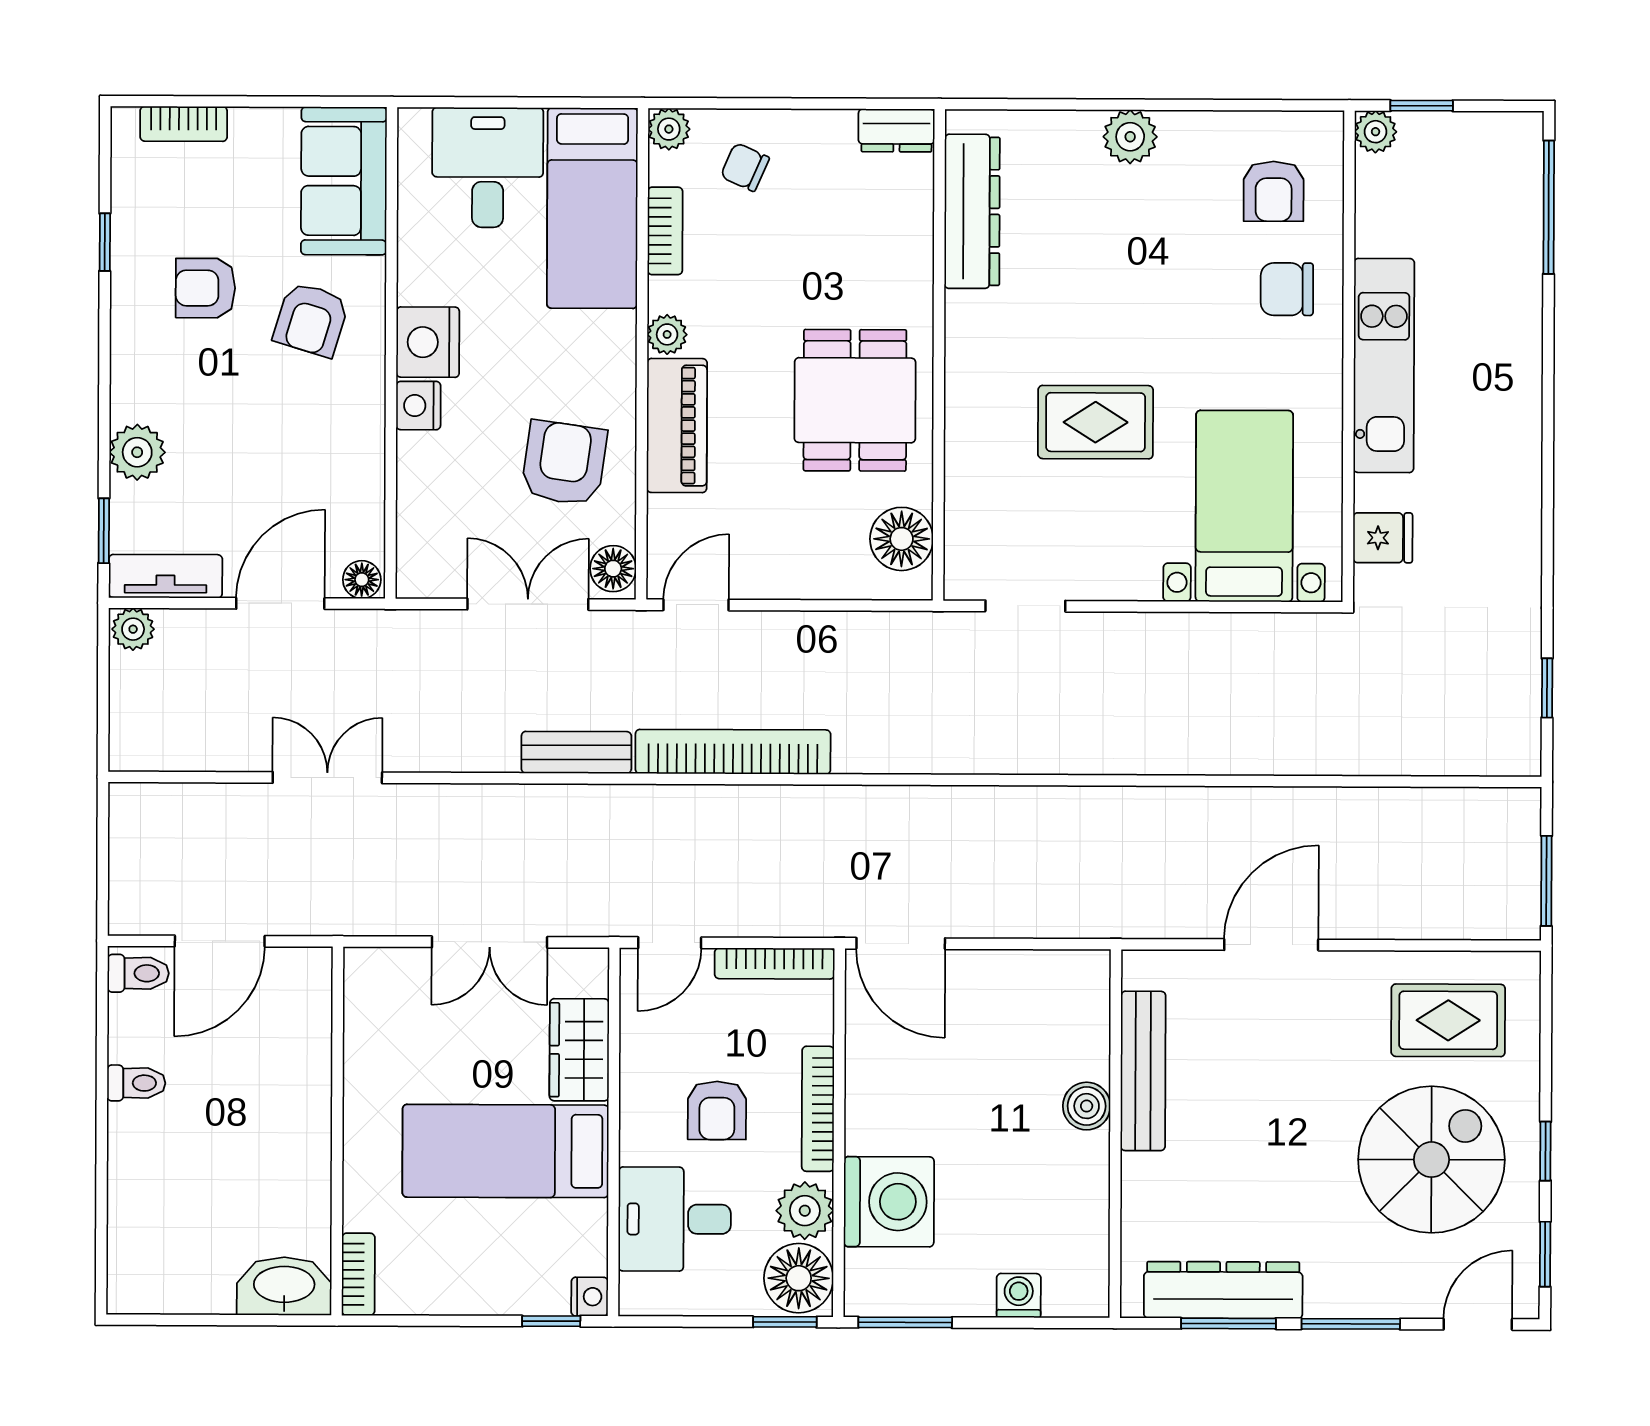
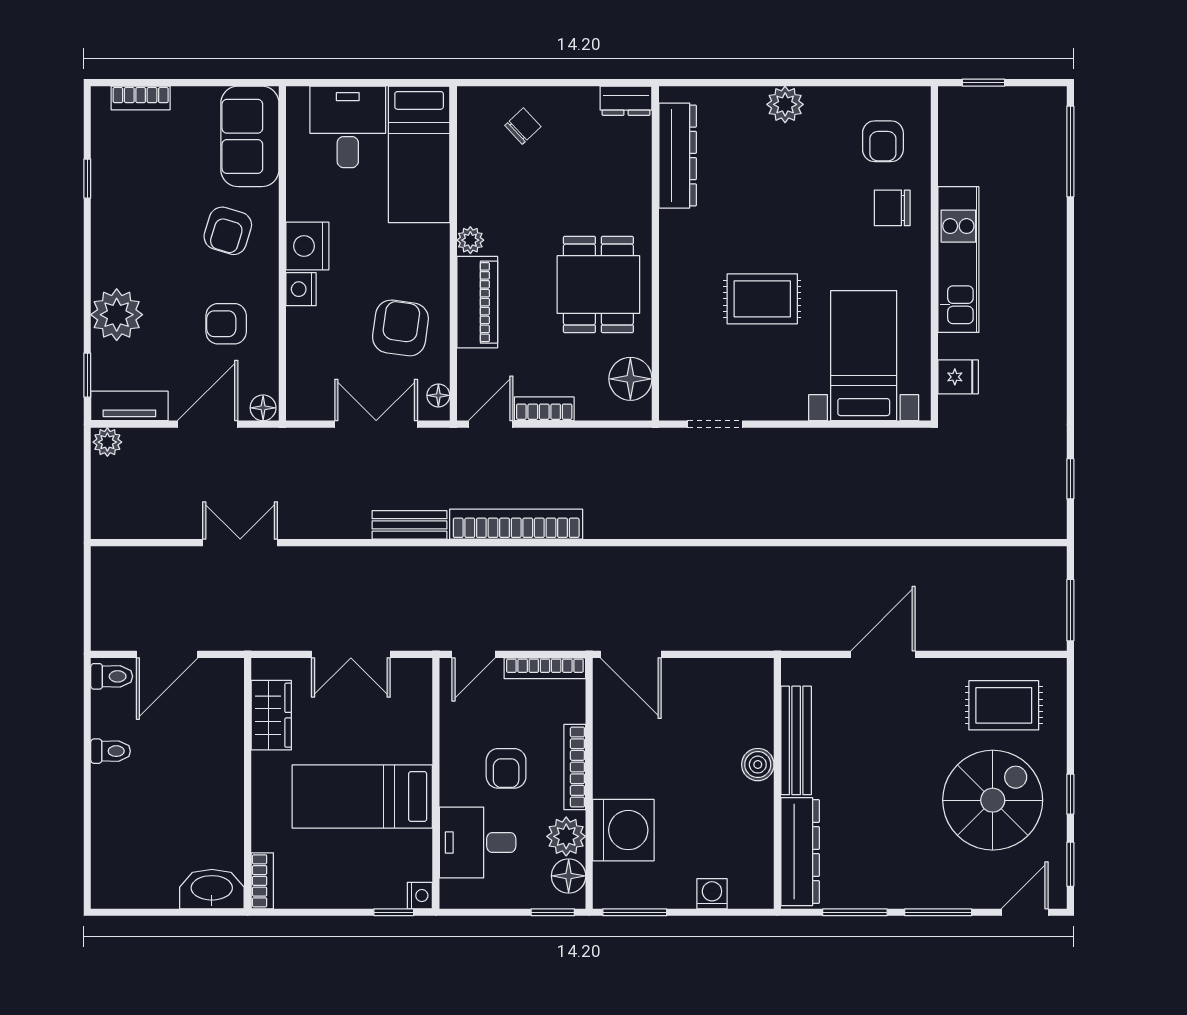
plant: (669, 129) -> (471, 100), removed
plant: (1376, 132) -> (952, 100), removed
chair: (745, 167) -> (523, 126), turned 113
bookcase: (665, 231) -> (544, 409), moved, turned -90
armchair: (205, 288) -> (226, 324), moved
plant: (137, 452) -> (117, 315), width x1.36, depth x1.36
floor lamp: (613, 569) -> (438, 395), width x0.73, depth x0.73
wardrobe: (579, 1050) -> (271, 715), moved, turned 180
floor lamp: (799, 1278) -> (569, 876), width x0.73, depth x0.73
dresser: (1223, 1290) -> (800, 852), moved, turned 90

